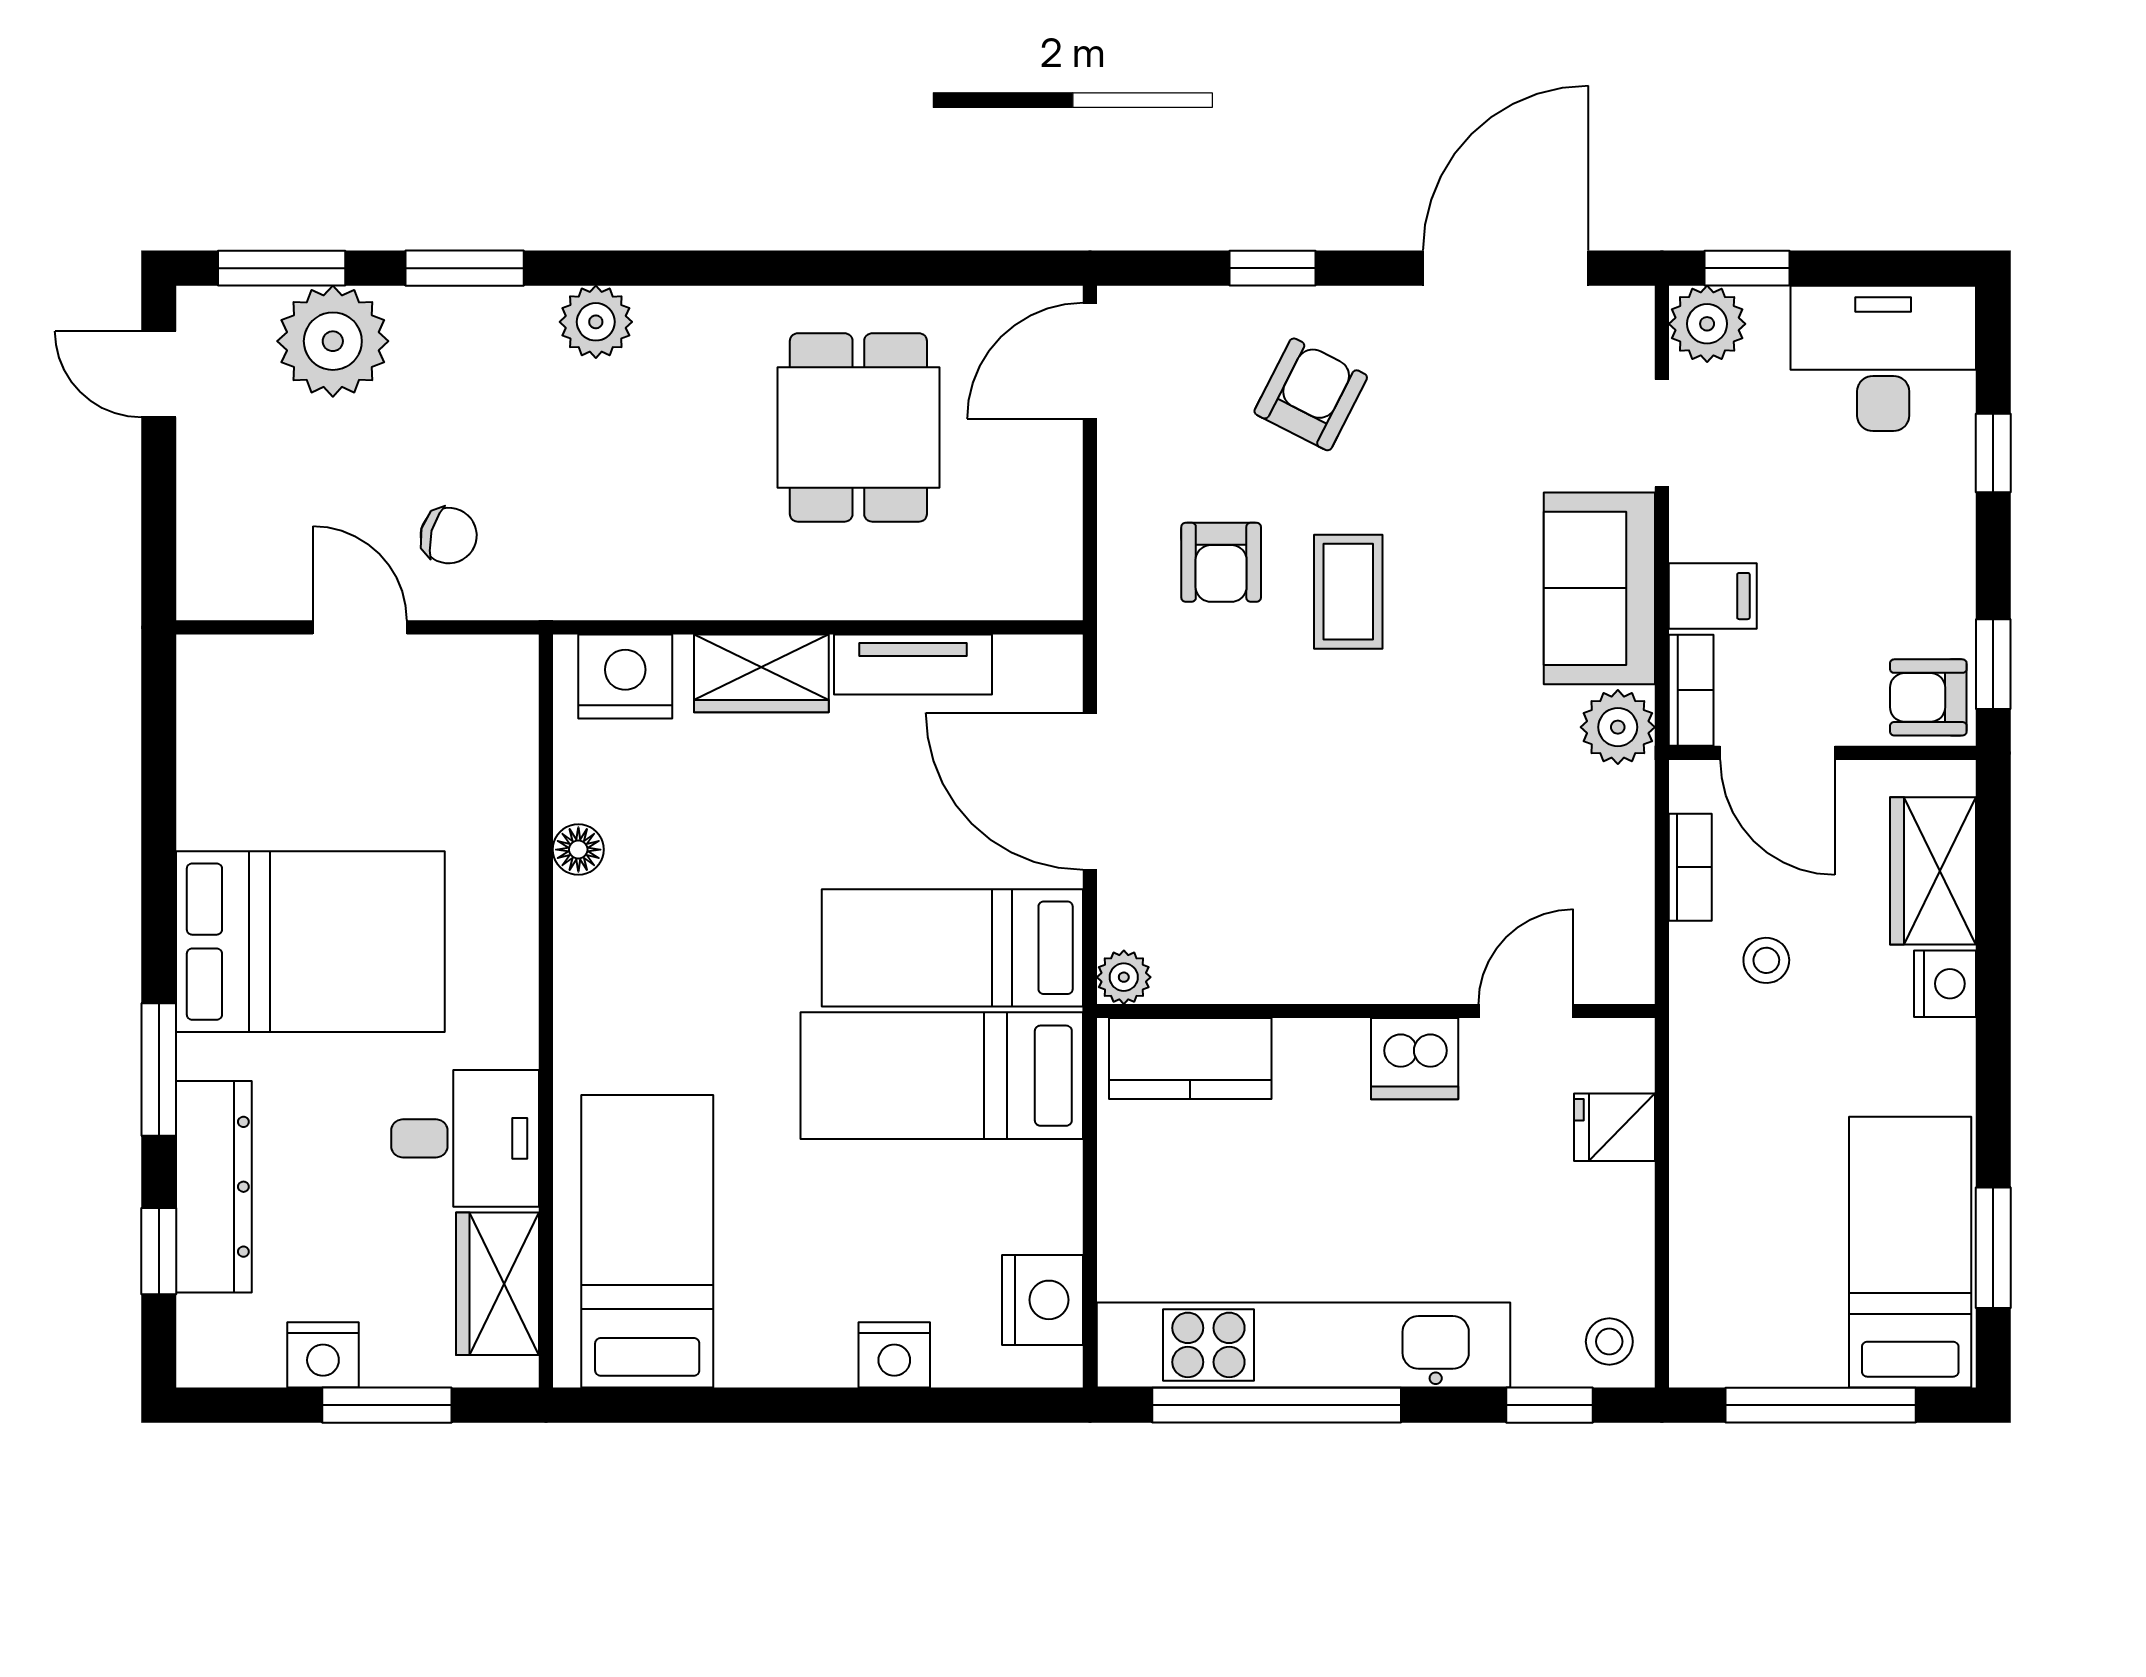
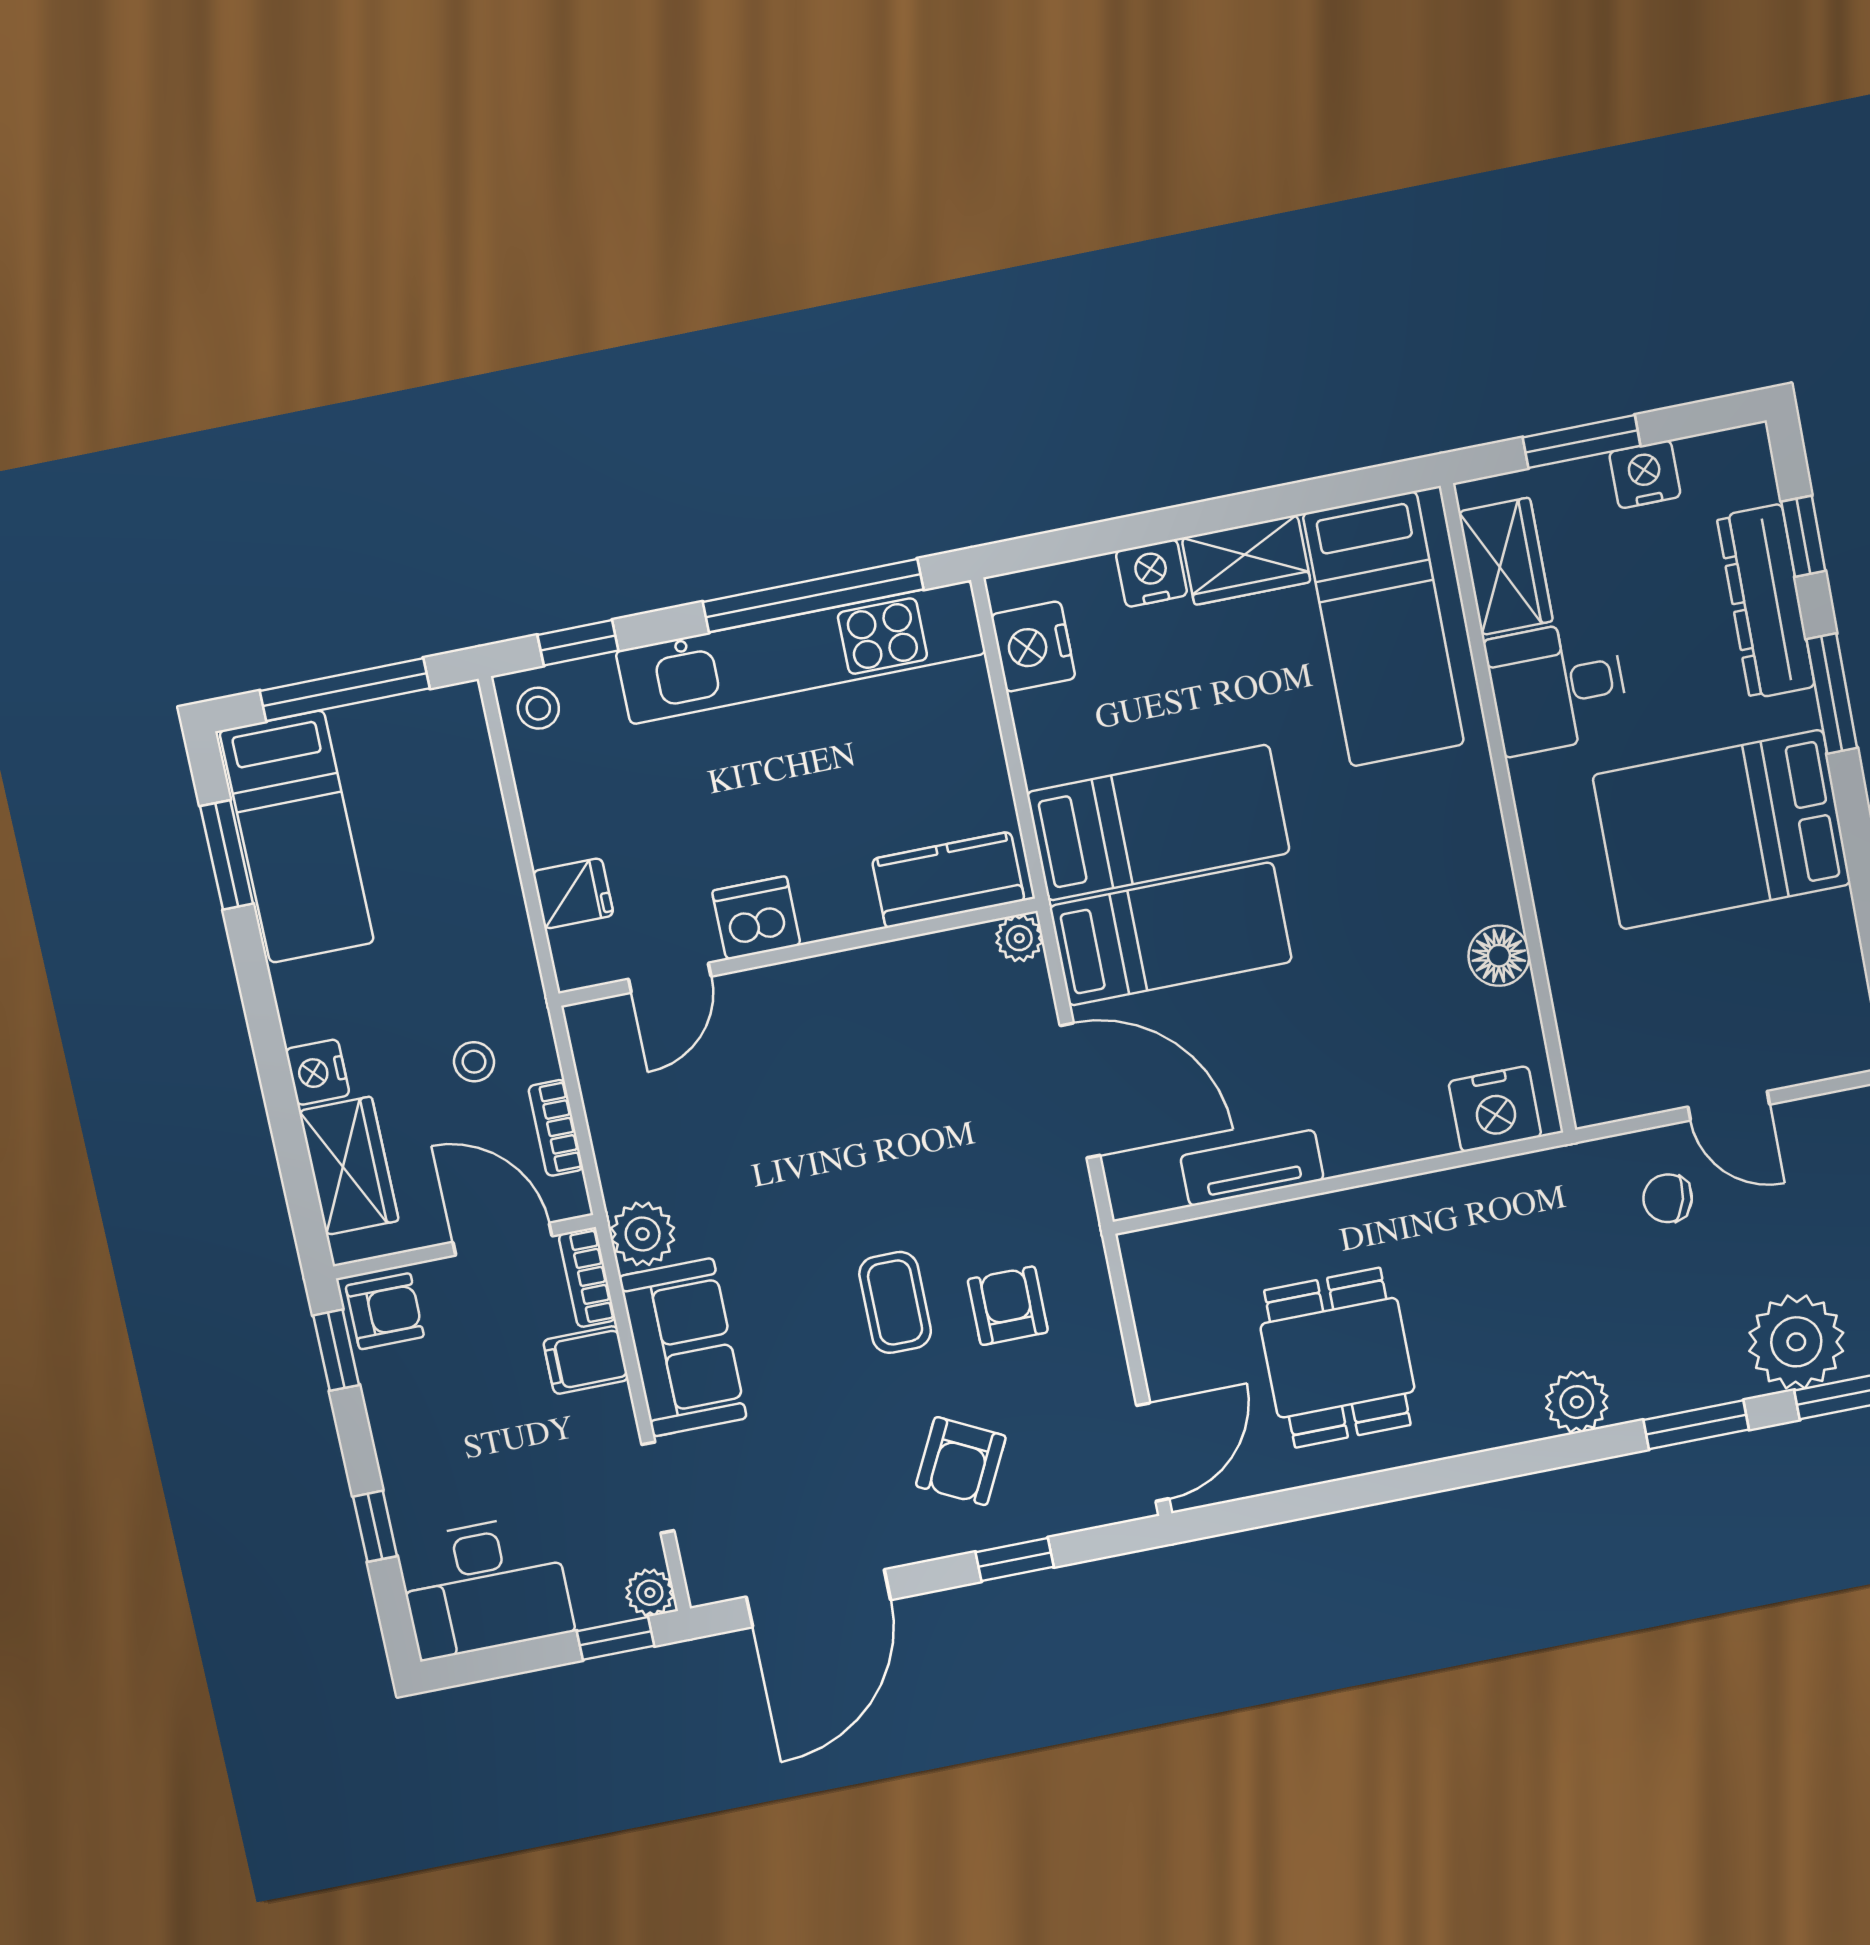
plant: (1707, 324) -> (650, 1593), width x0.73, depth x0.73
wardrobe: (761, 673) -> (1246, 560), moved, turned 180
floor lamp: (578, 850) -> (1499, 956), width x1.37, depth x1.37

